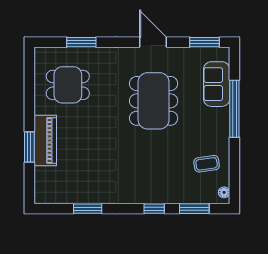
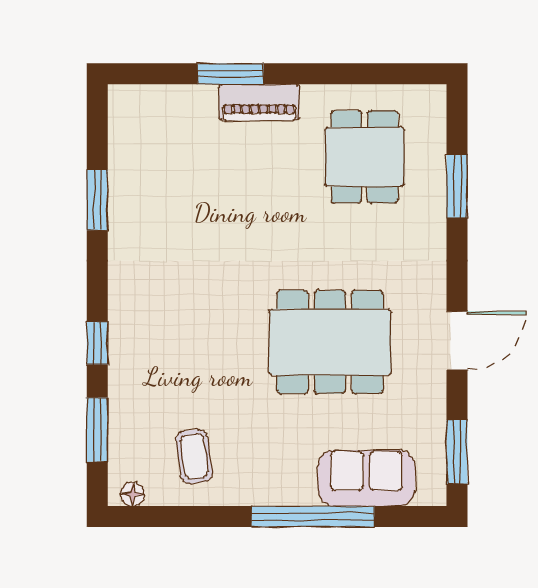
piano: (45, 140) -> (259, 102), width x0.73, depth x0.75

